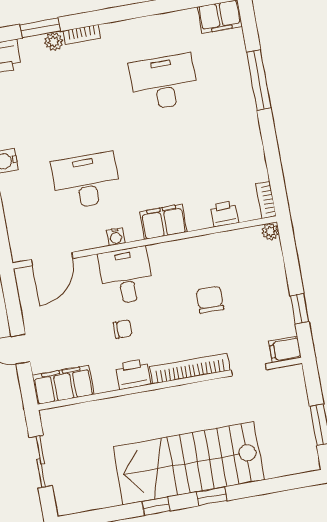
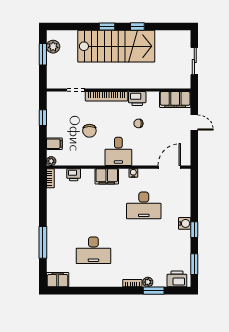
desk: (126, 276) -> (118, 151), moved
filing cabinet: (285, 349) -> (54, 144), moved
plant: (304, 442) -> (53, 47), added

